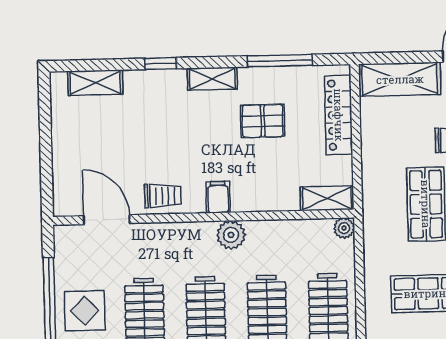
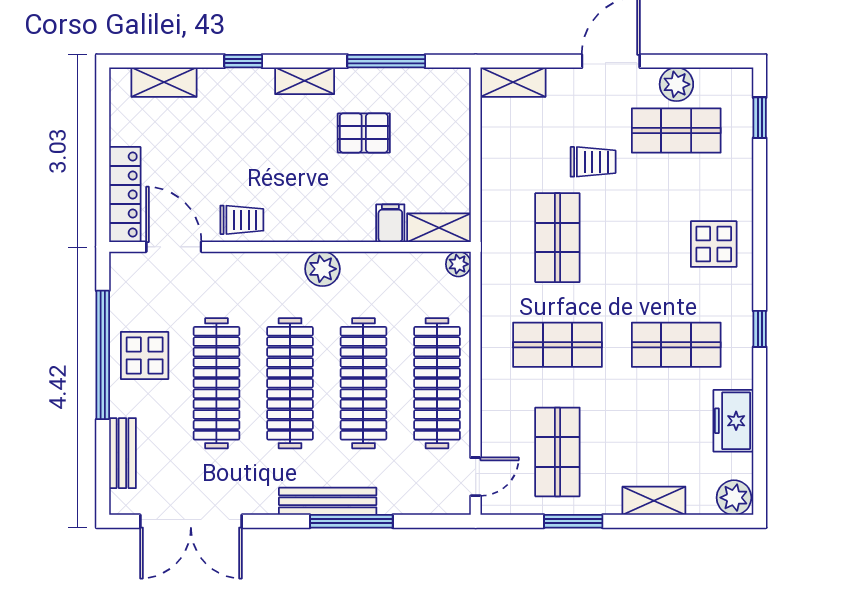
shelving: (400, 79) -> (513, 82), width x0.67, depth x0.75
locker: (339, 115) -> (125, 195), moved, turned 180
filing cabinet: (218, 197) -> (390, 223), moved

